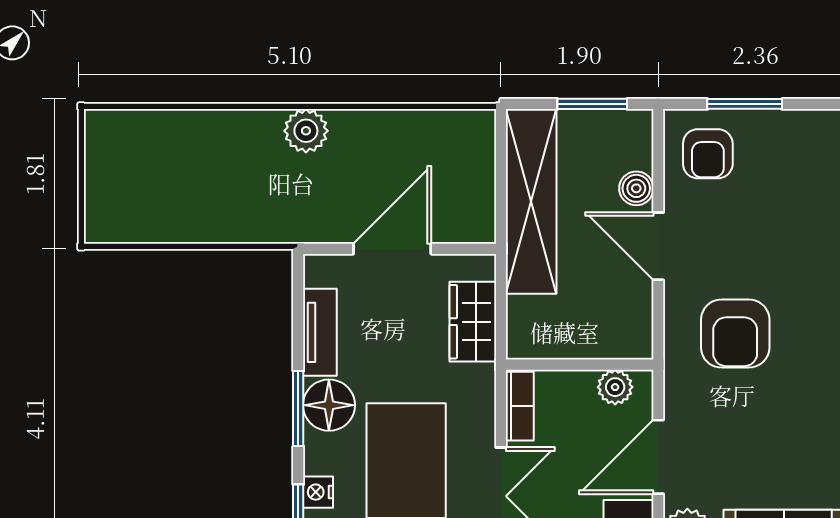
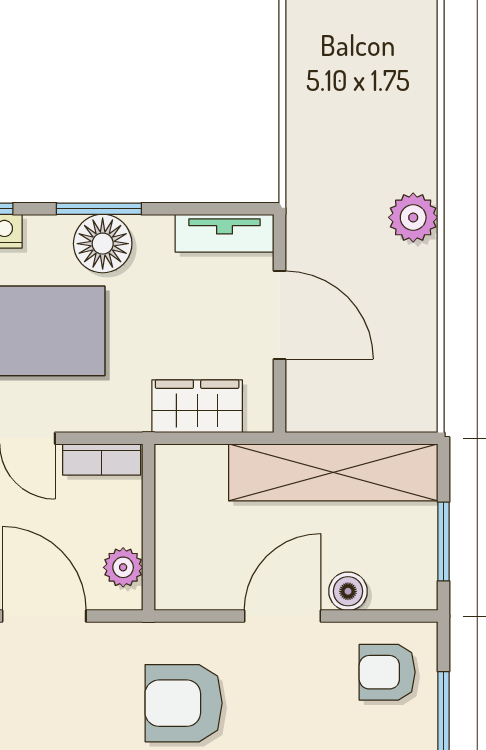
tv unit: (320, 332) -> (225, 233), moved

